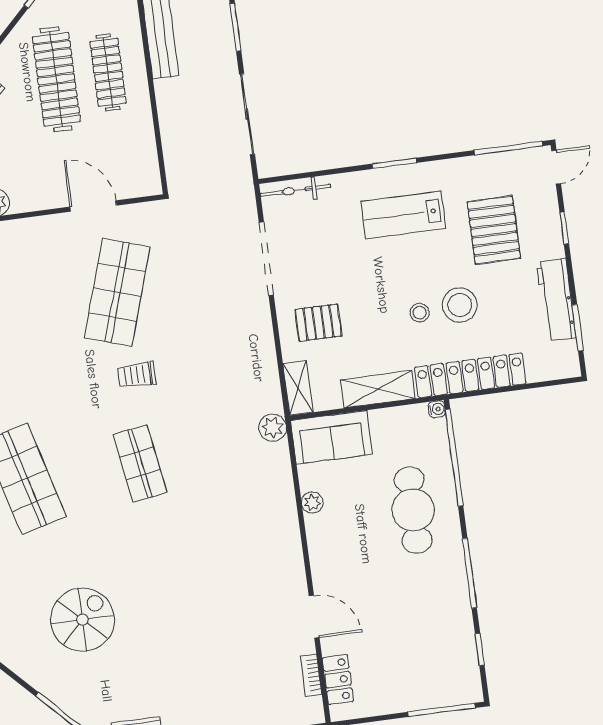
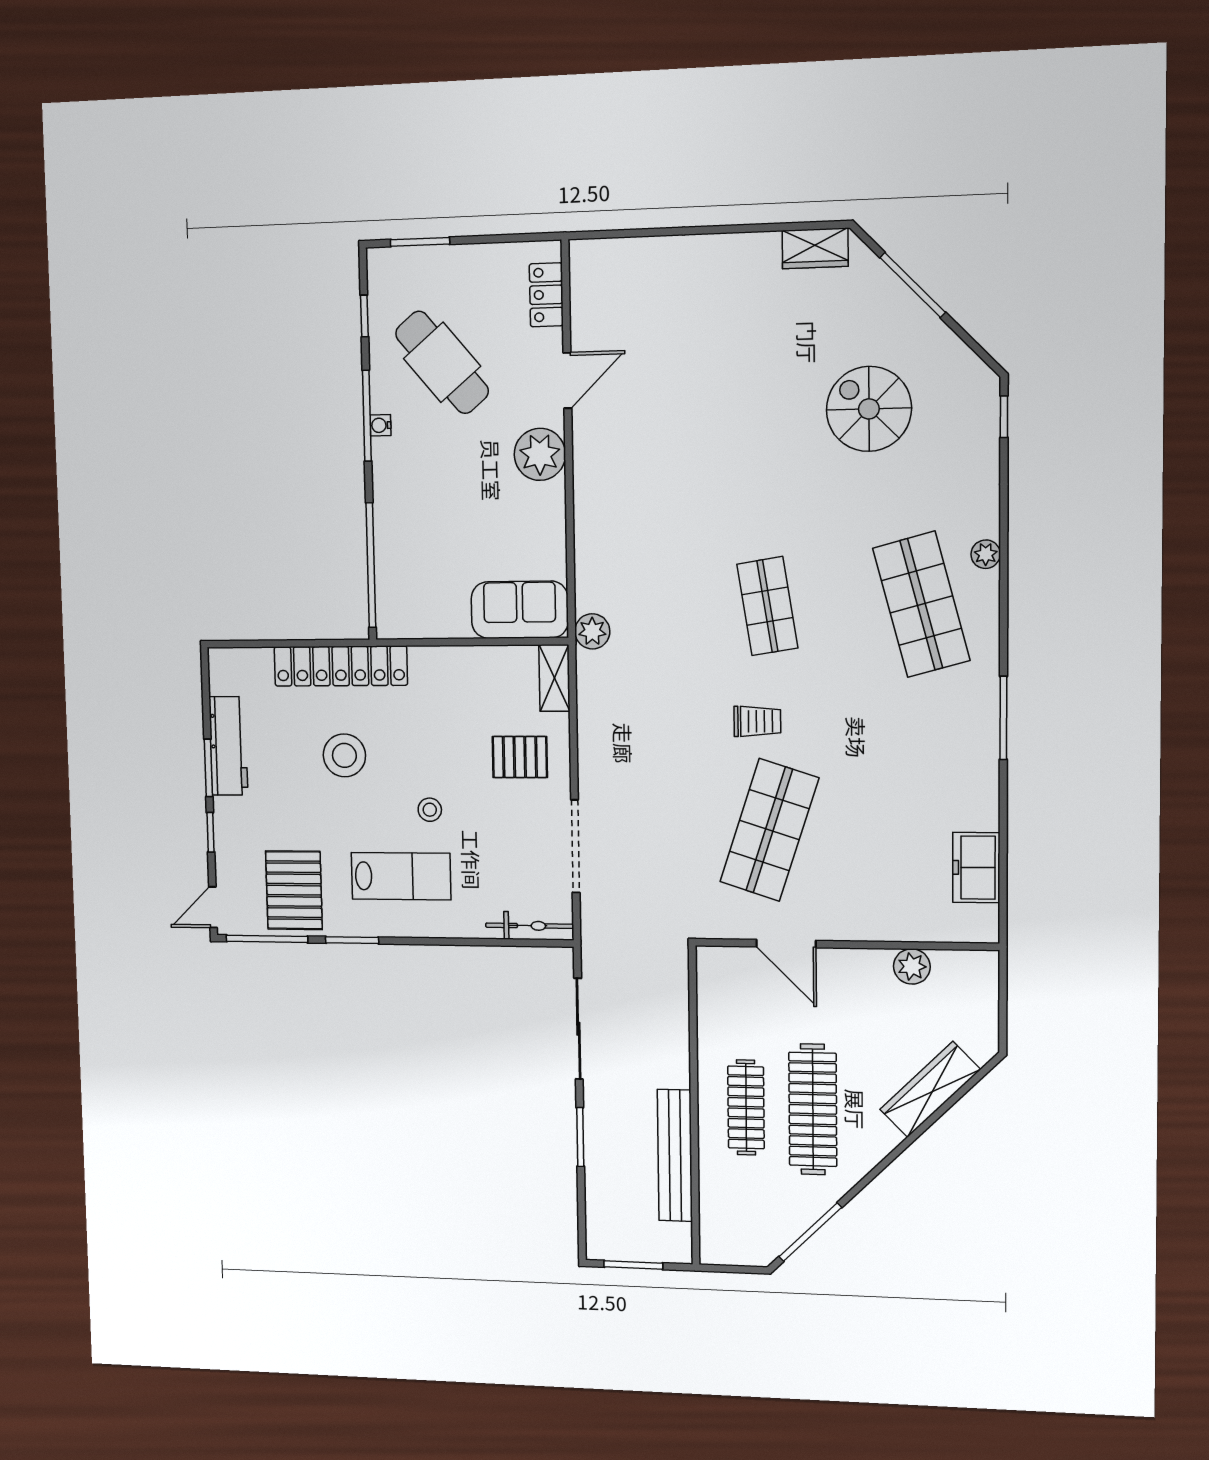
window: (394, 163) -> (352, 940), moved
pallet: (494, 230) -> (294, 890), moved
stool: (420, 313) -> (430, 810), moved
window: (578, 328) -> (208, 768), moved
shelving: (378, 389) -> (455, 663), removed
water cooler: (437, 409) -> (381, 425), moved
plant: (312, 503) -> (540, 454), moved, width x1.87, depth x1.87
cafe table: (413, 510) -> (442, 362), moved, turned -40
door: (314, 617) -> (567, 380), swing flipped
spiral stairs: (82, 620) -> (869, 409), turned 90
bookcase: (311, 675) -> (580, 304), removed
window: (441, 710) -> (420, 242), width x0.69

